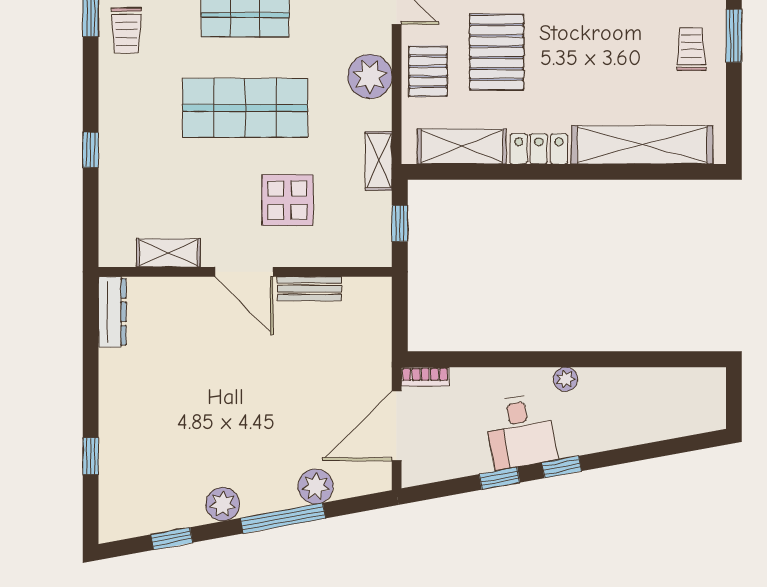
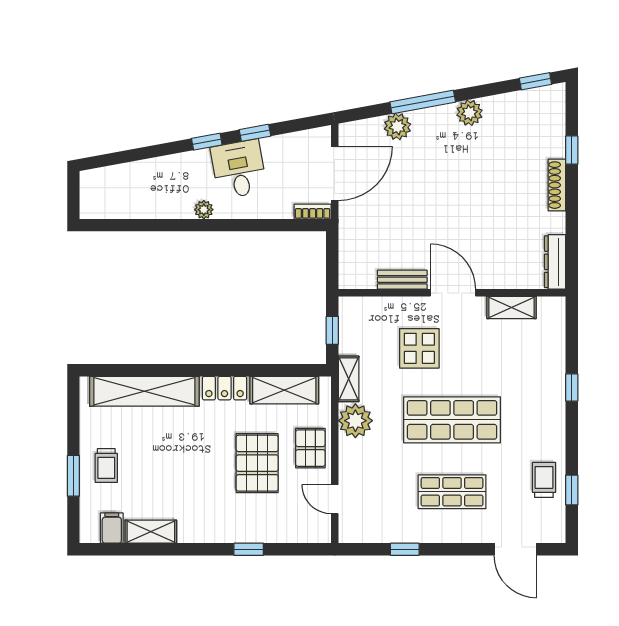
plant: (370, 76) -> (355, 421), moved
shoe rack: (110, 411) -> (557, 185), added
window: (172, 539) -> (535, 81), moved

